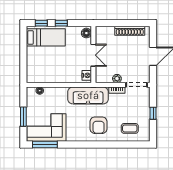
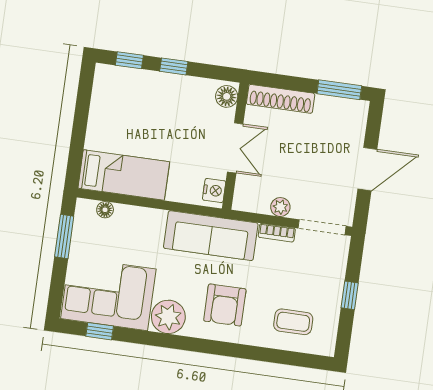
window: (136, 23) -> (339, 90), added
shoe rack: (130, 31) -> (281, 99), moved
bed: (46, 37) -> (124, 175), moved
window: (23, 117) -> (64, 237), moved
plant: (74, 134) -> (168, 317), added
window: (45, 145) -> (100, 331), width x0.46

